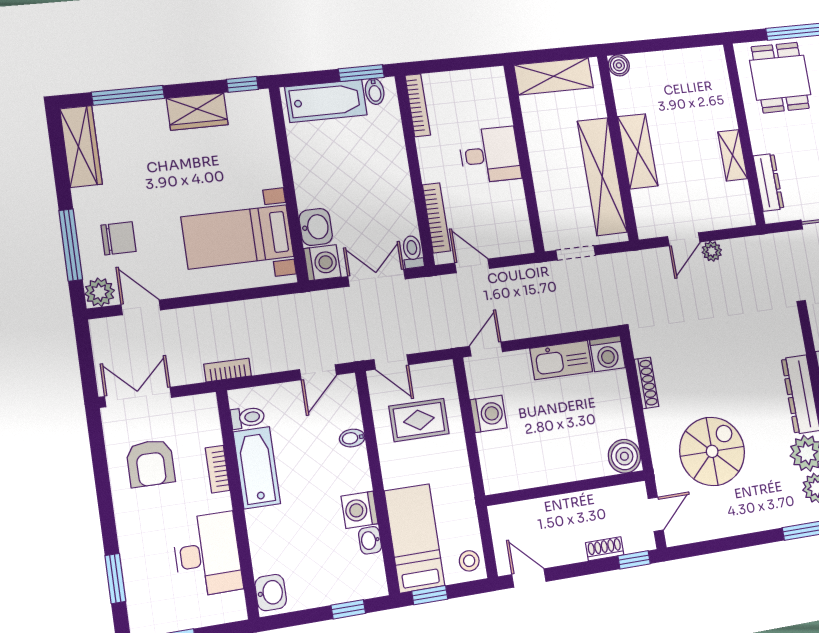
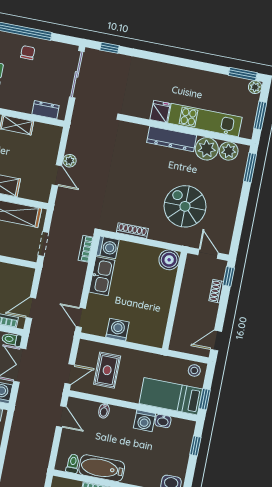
dresser: (768, 182) -> (46, 110), width x0.70
bookcase: (228, 370) -> (86, 249), moved

